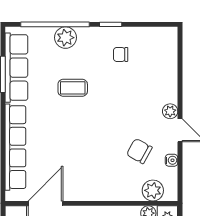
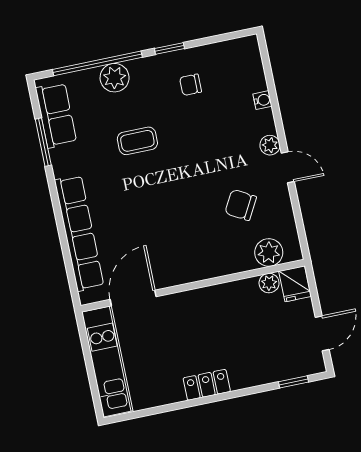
row of seats: (16, 68) -> (56, 115), width x0.68
water cooler: (172, 160) -> (263, 100), moved

